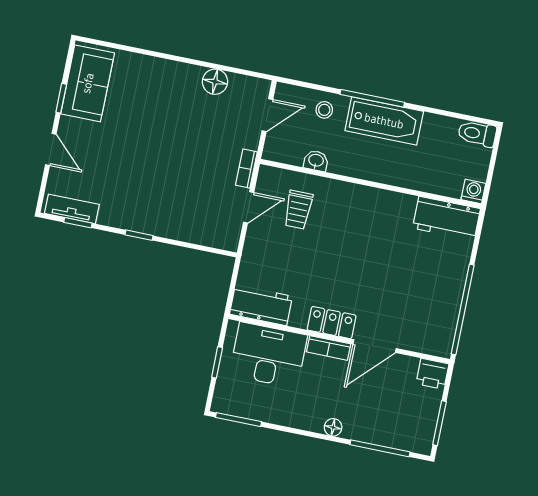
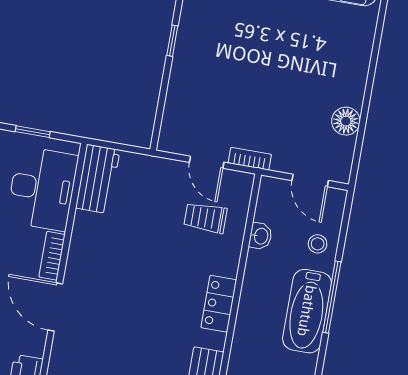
locker: (332, 323) -> (219, 304), moved, turned 180

